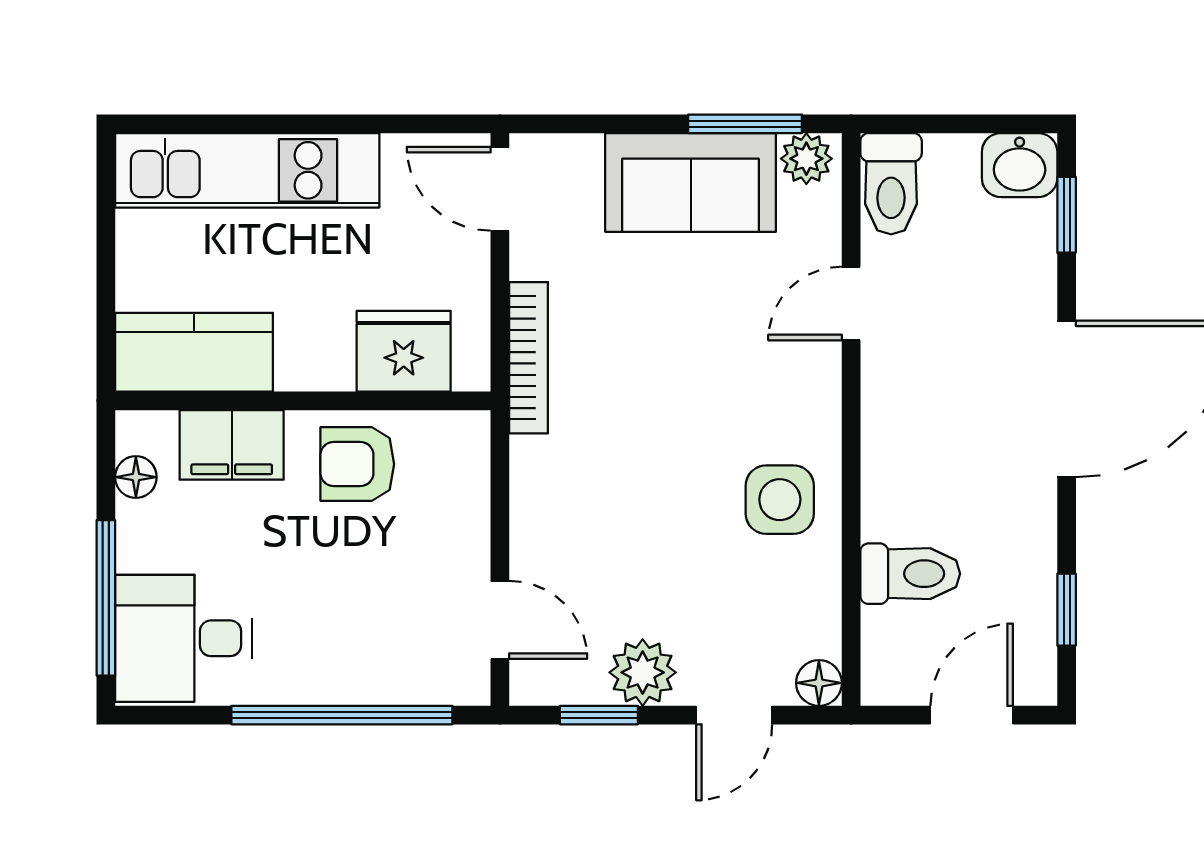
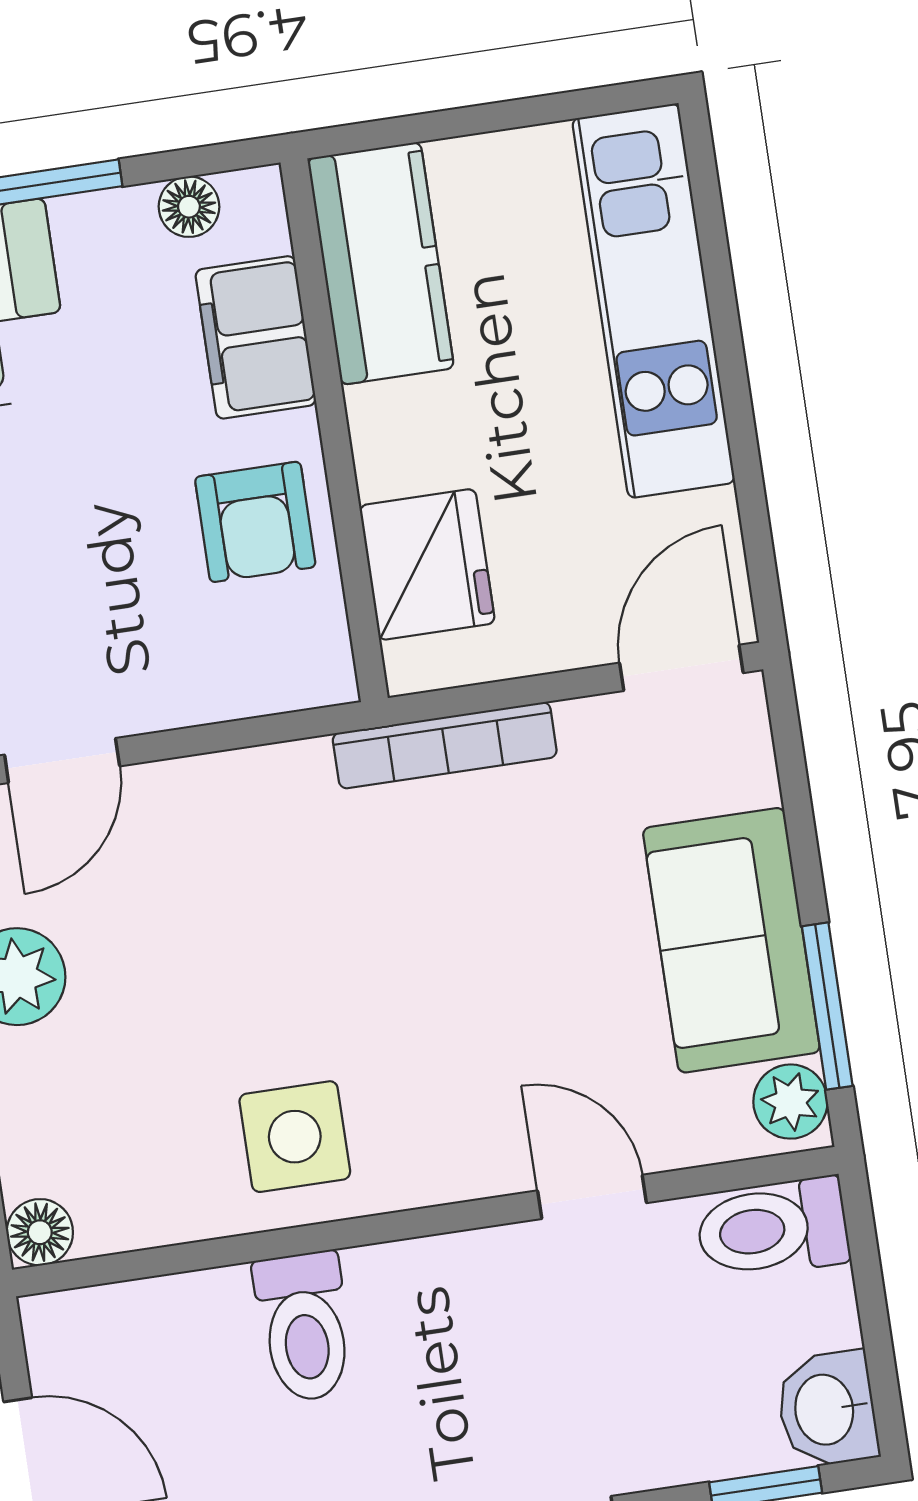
armchair: (357, 464) -> (255, 522), turned 180
toilet: (910, 574) -> (304, 1327), moved

